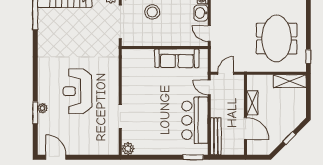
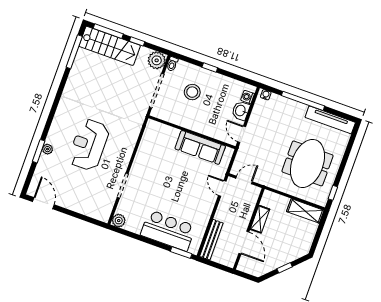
bar counter: (195, 120) -> (168, 231), moved, turned 90

